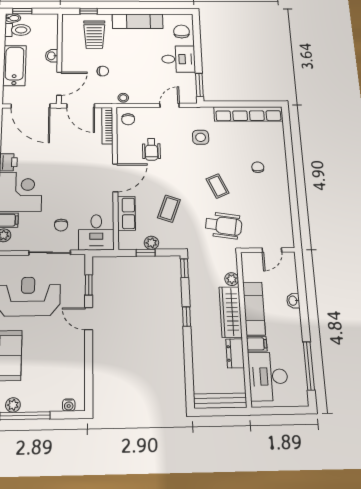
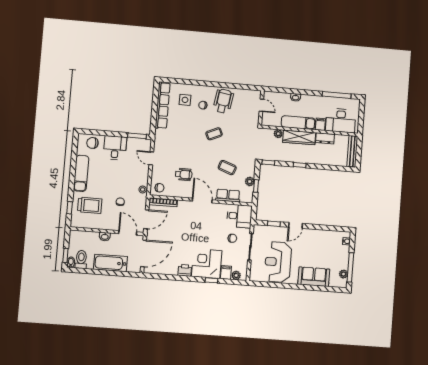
side table: (201, 137) -> (185, 100), moved
wheelchair: (224, 225) -> (223, 101), moved

